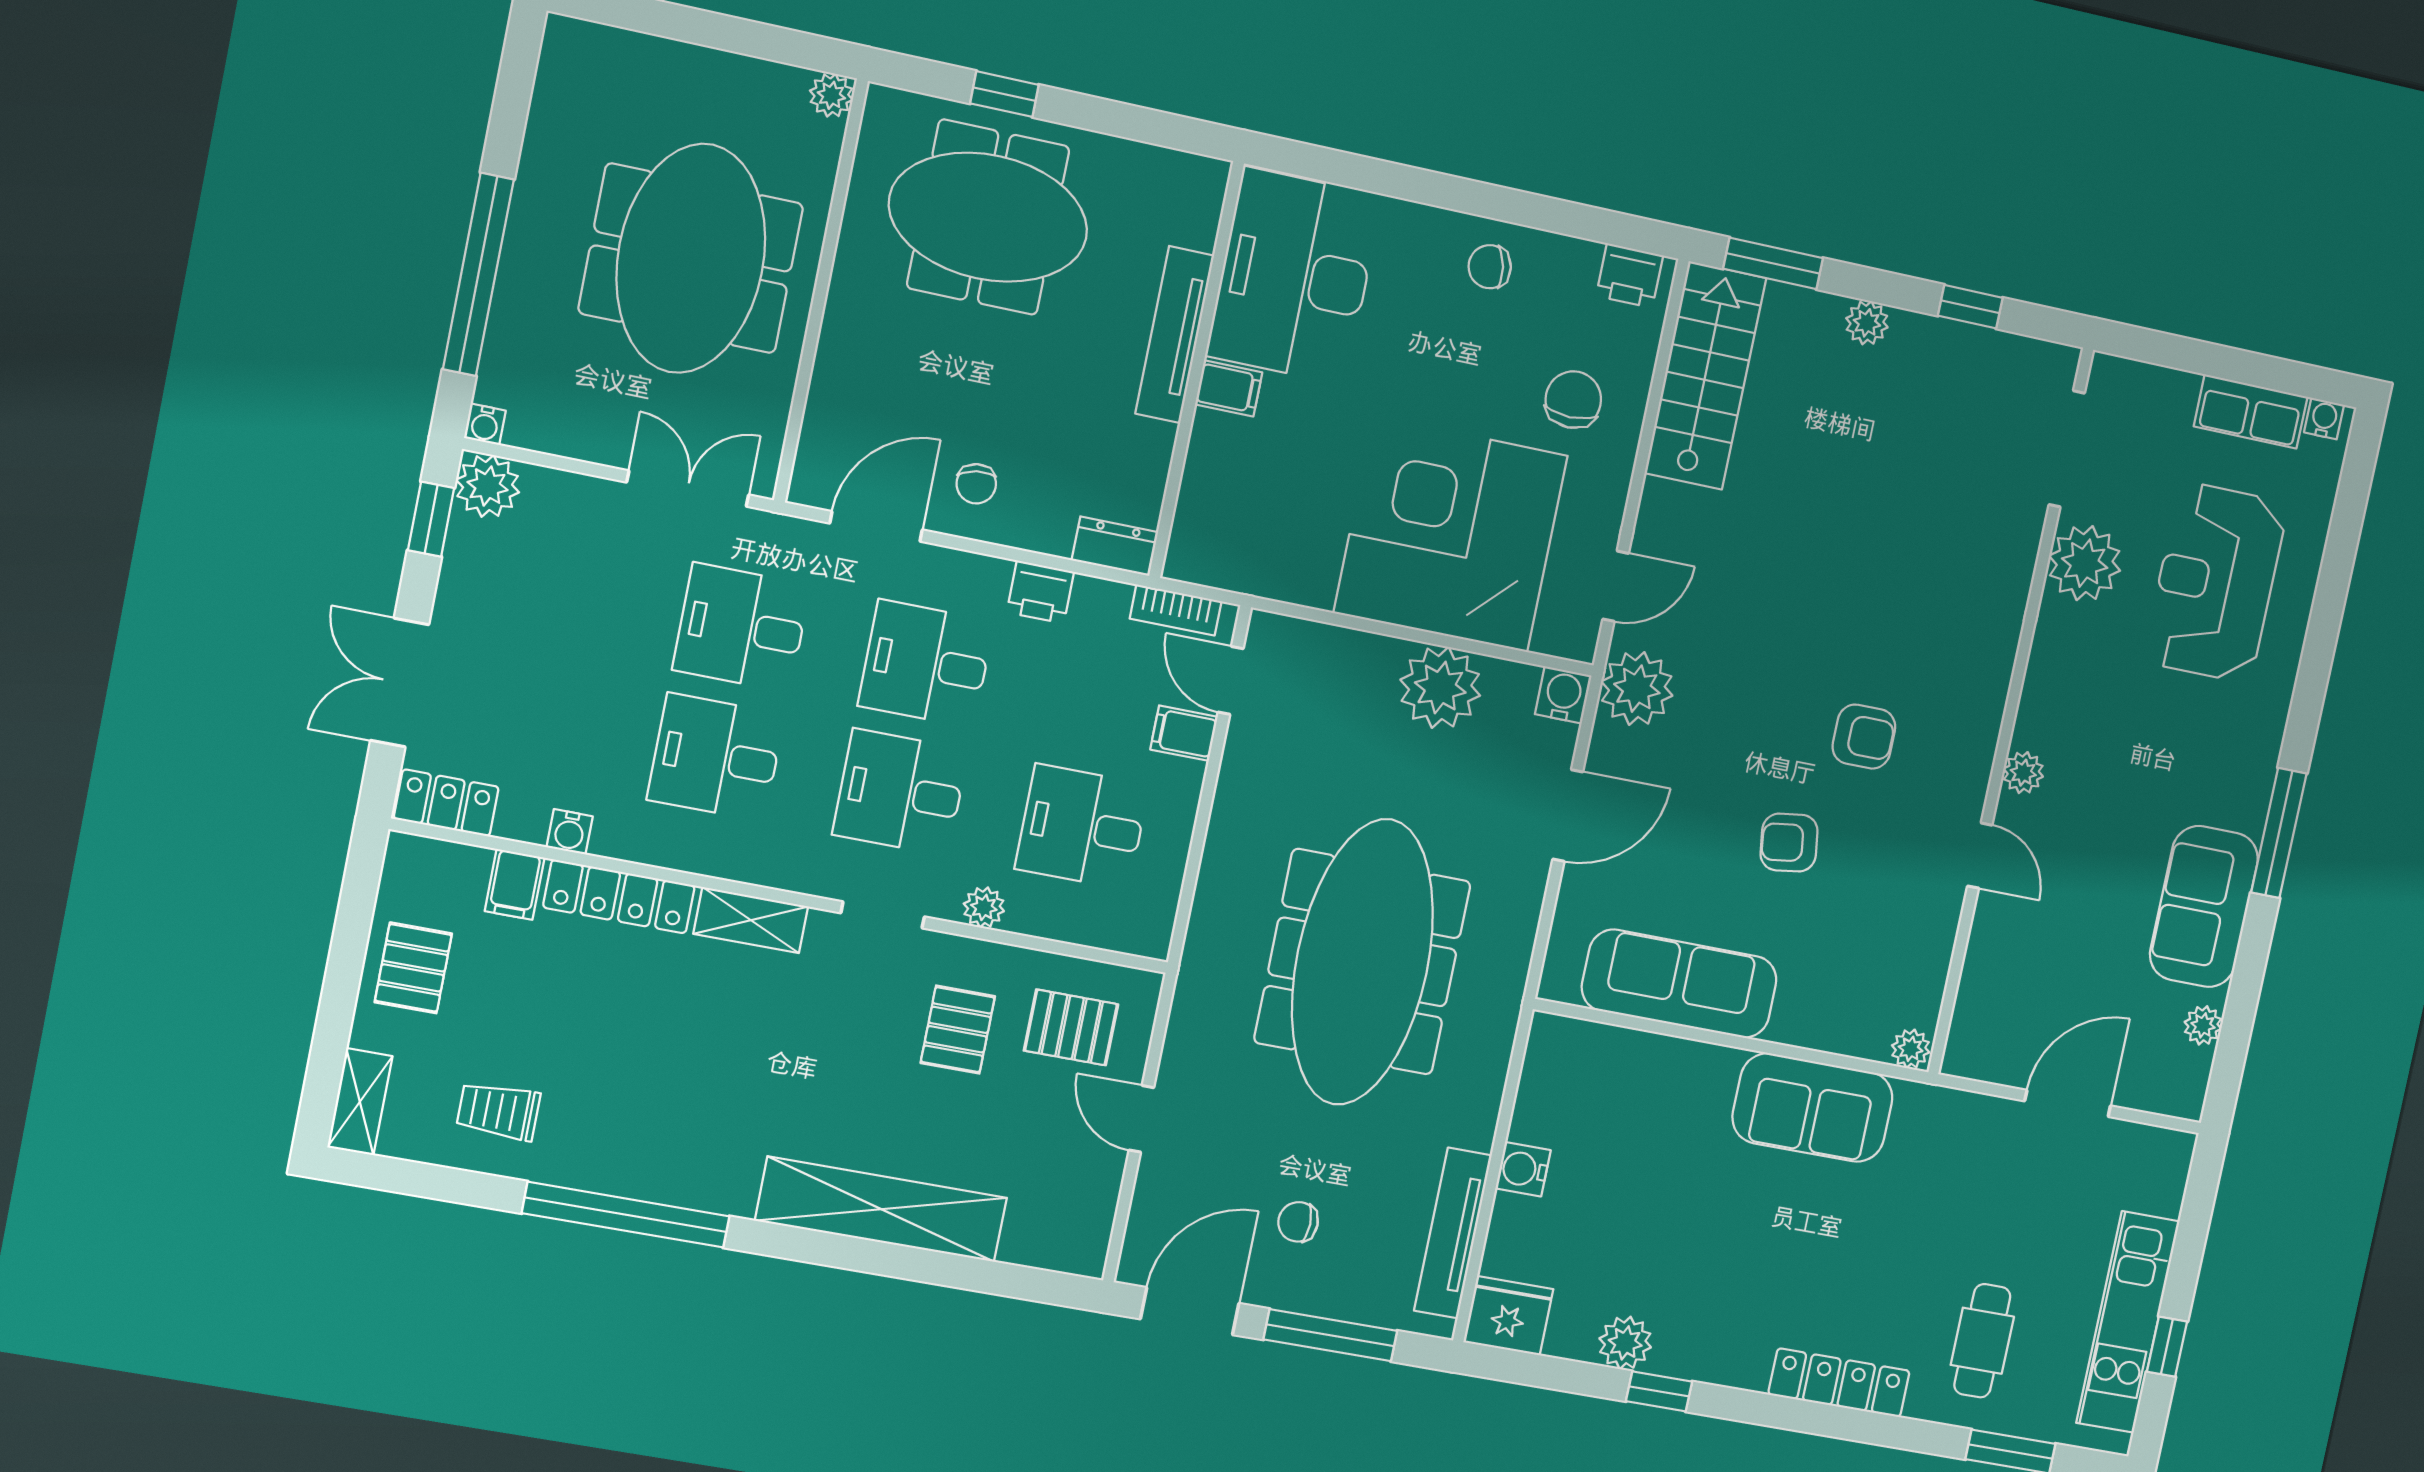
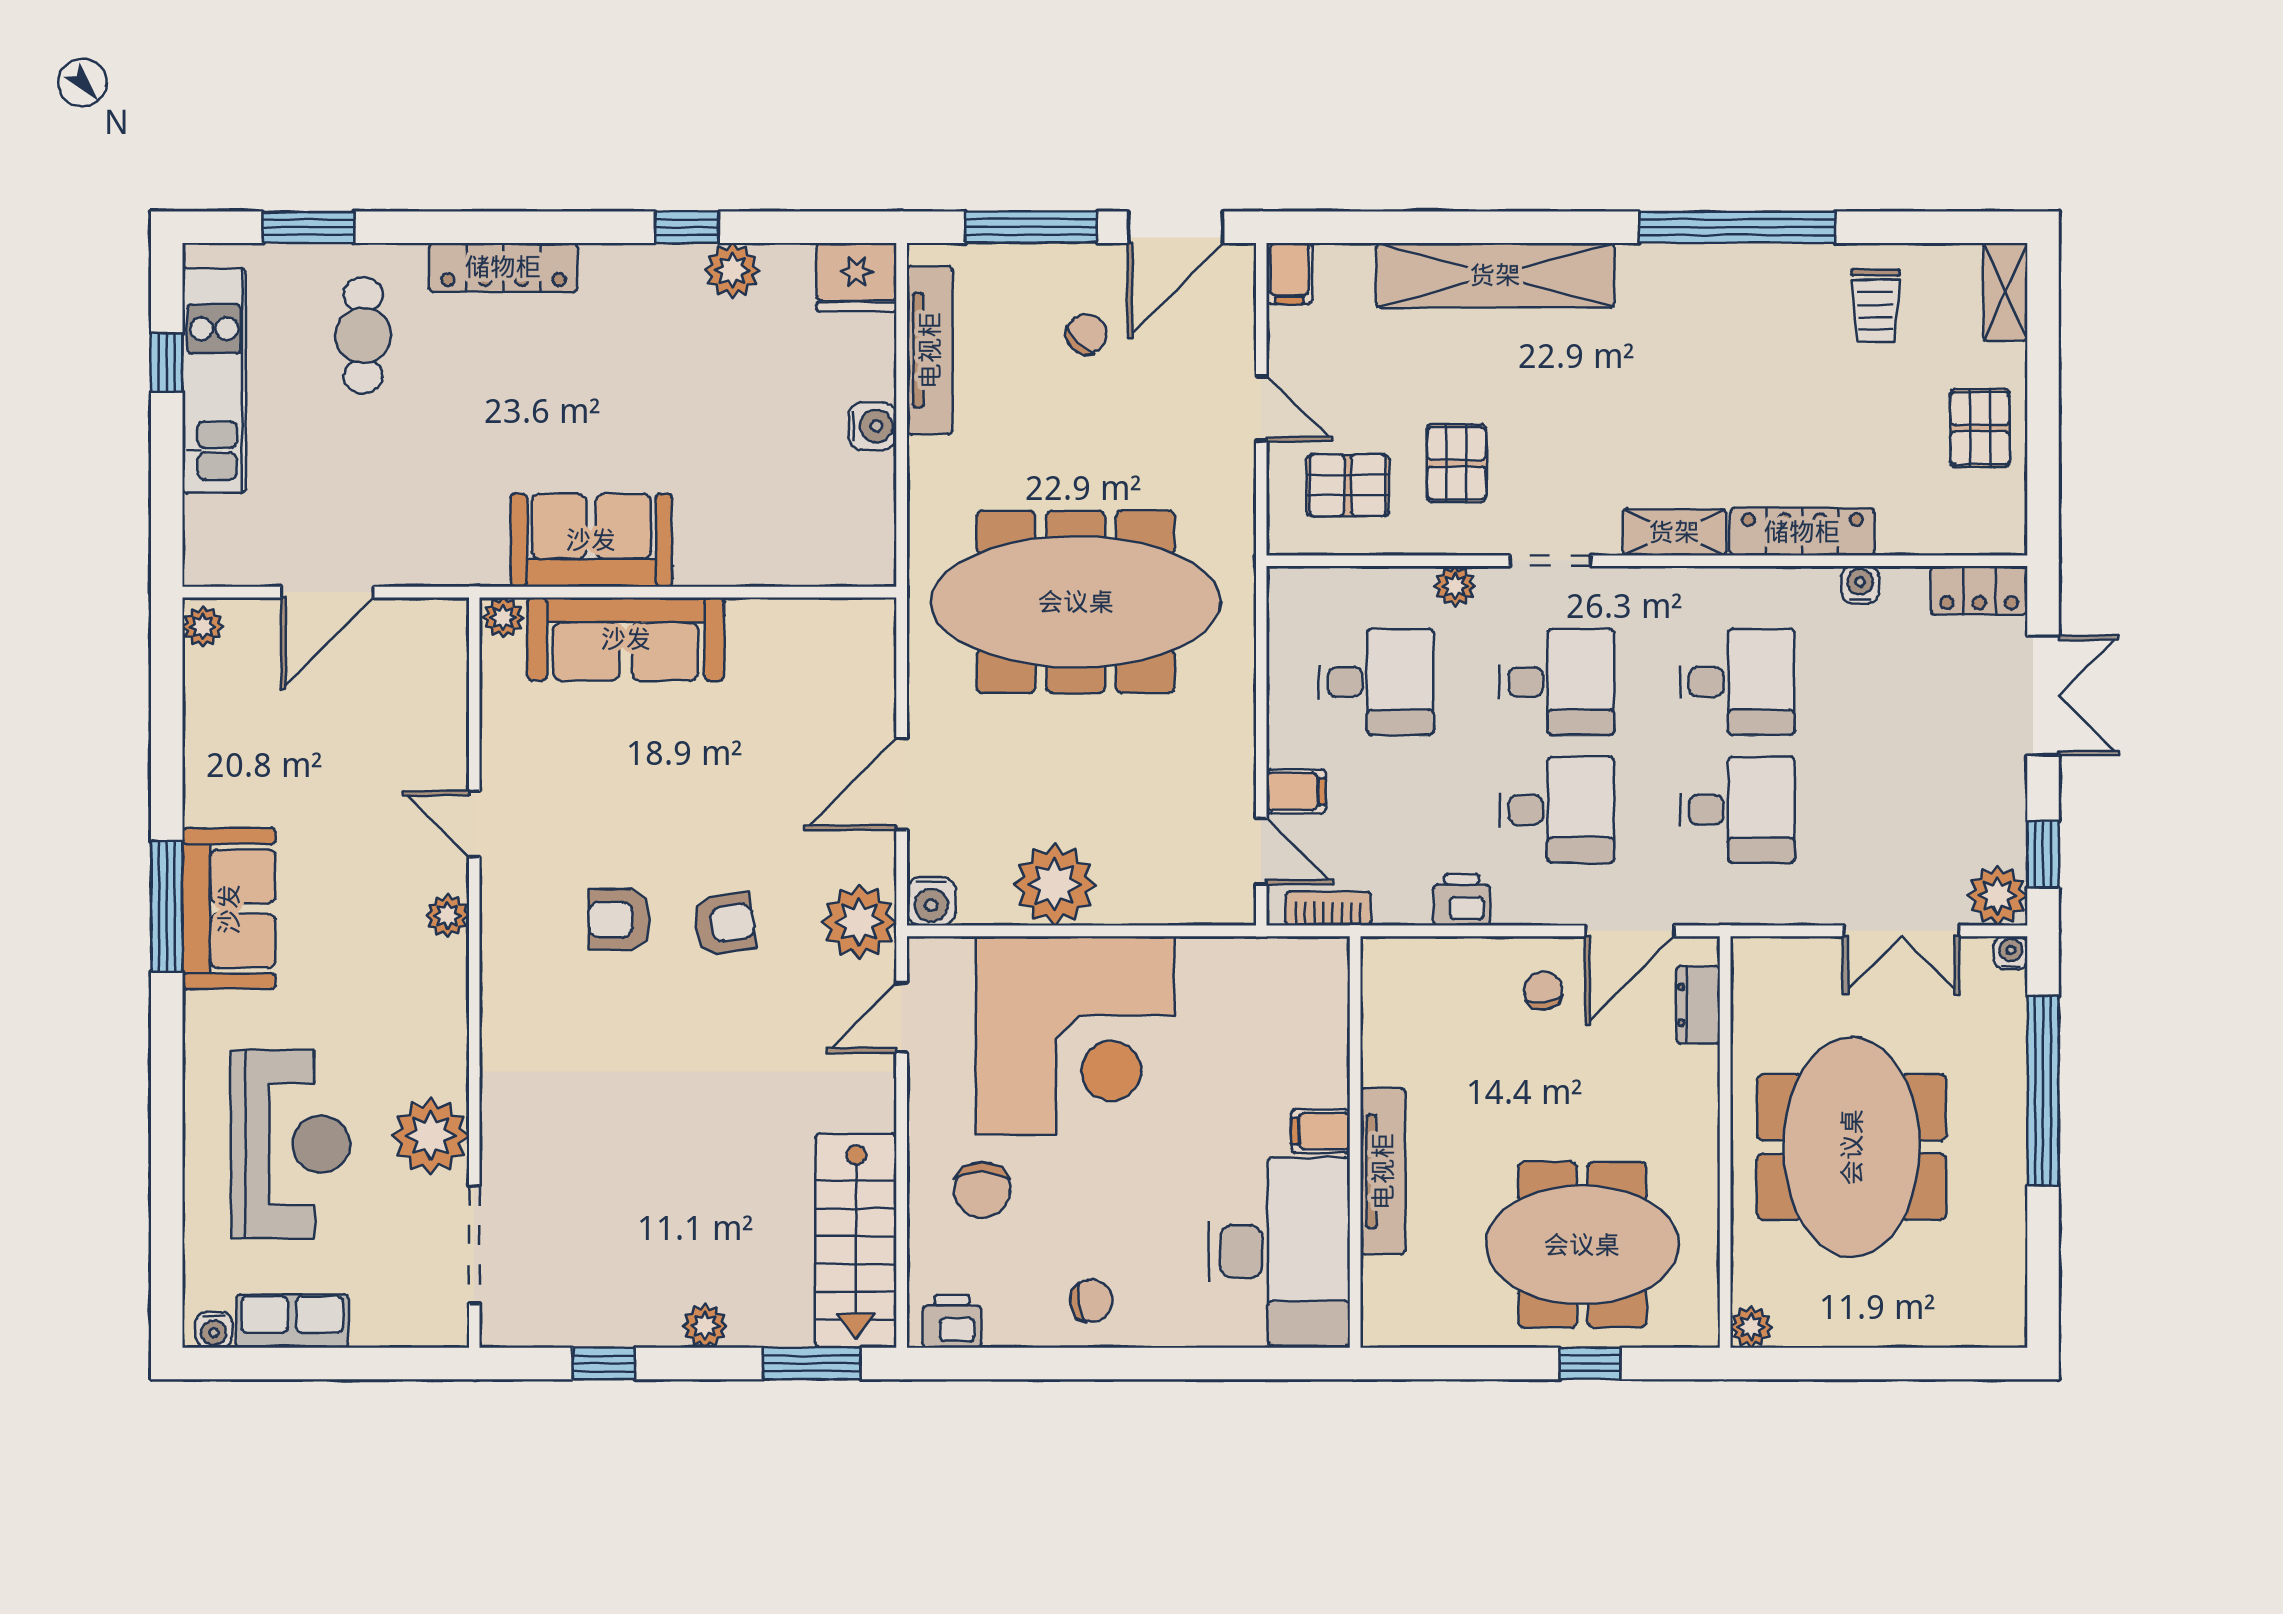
double door: (688, 489) -> (1901, 931), moved
dresser: (1115, 546) -> (1698, 1005), moved, turned 90
armchair: (1789, 843) -> (724, 924), moved
filing cabinet: (515, 884) -> (1289, 273), moved, turned 180
sofa: (2204, 907) -> (229, 909), moved
meeting table: (1362, 962) -> (1076, 602), turned 90
sofa: (1679, 984) -> (626, 639), moved
plant: (2203, 1025) -> (203, 627), moved
trolley: (498, 1111) -> (1875, 306), turned 90
chair: (1298, 1222) -> (1086, 334), turned -45

